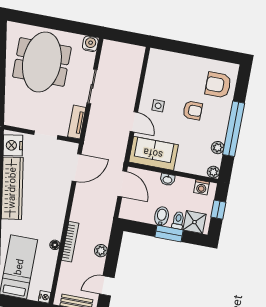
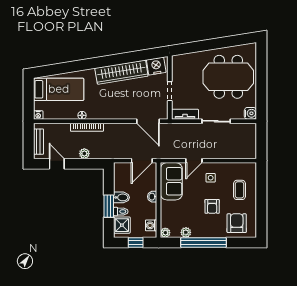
coffee table: (179, 74) -> (240, 190), added

